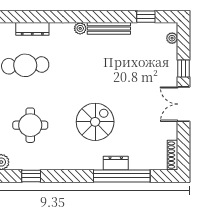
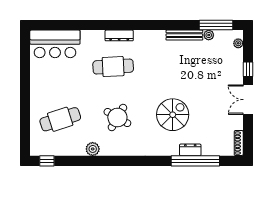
window: (146, 17) -> (216, 25), width x2.17
plant: (80, 28) -> (209, 35), moved
round table: (30, 125) -> (117, 118), turned 30
window: (31, 176) -> (118, 161), removed

